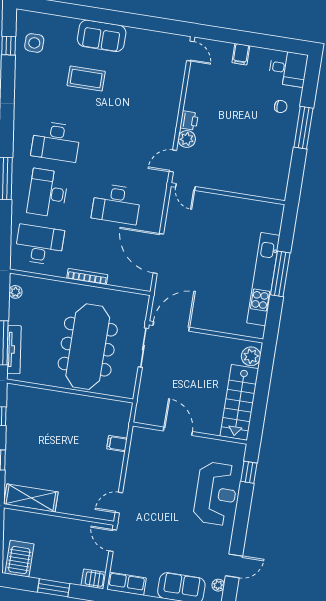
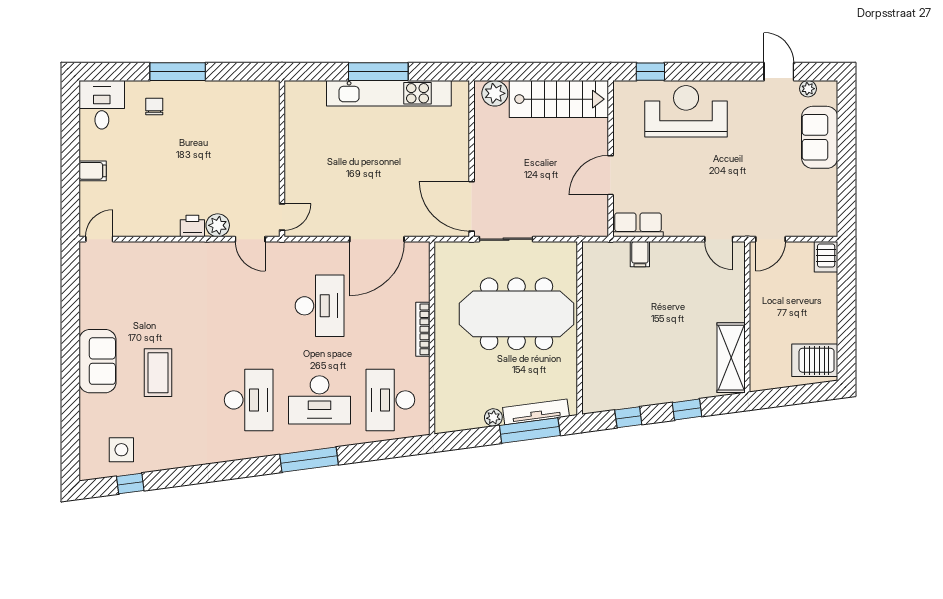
plant: (15, 292) -> (493, 417), moved
row of seats: (126, 584) -> (638, 225), moved, turned 90
window: (54, 588) -> (846, 308), removed

